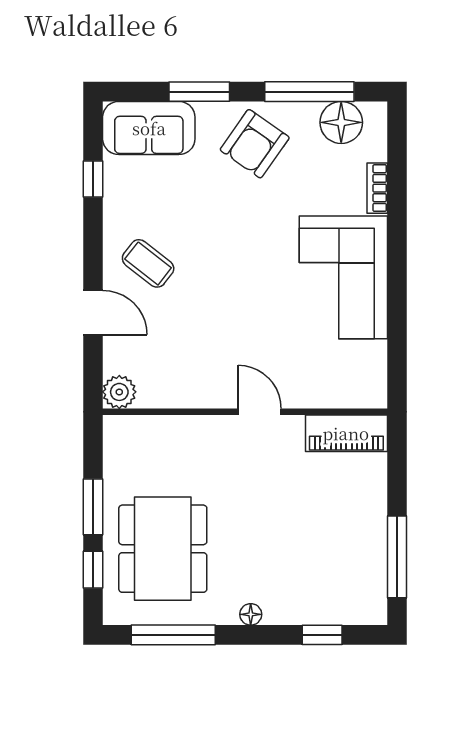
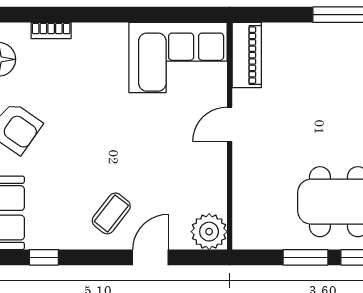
corner sofa: (343, 277) -> (178, 58), moved
plant: (119, 392) -> (209, 232), width x1.36, depth x1.36

